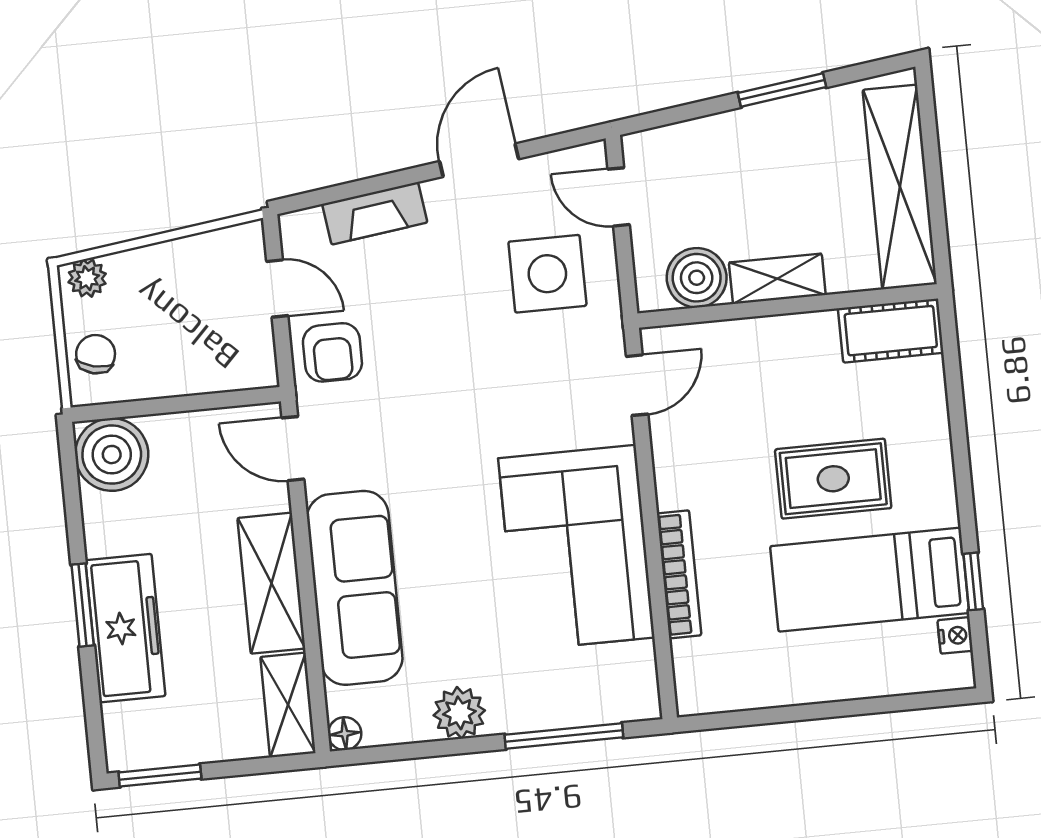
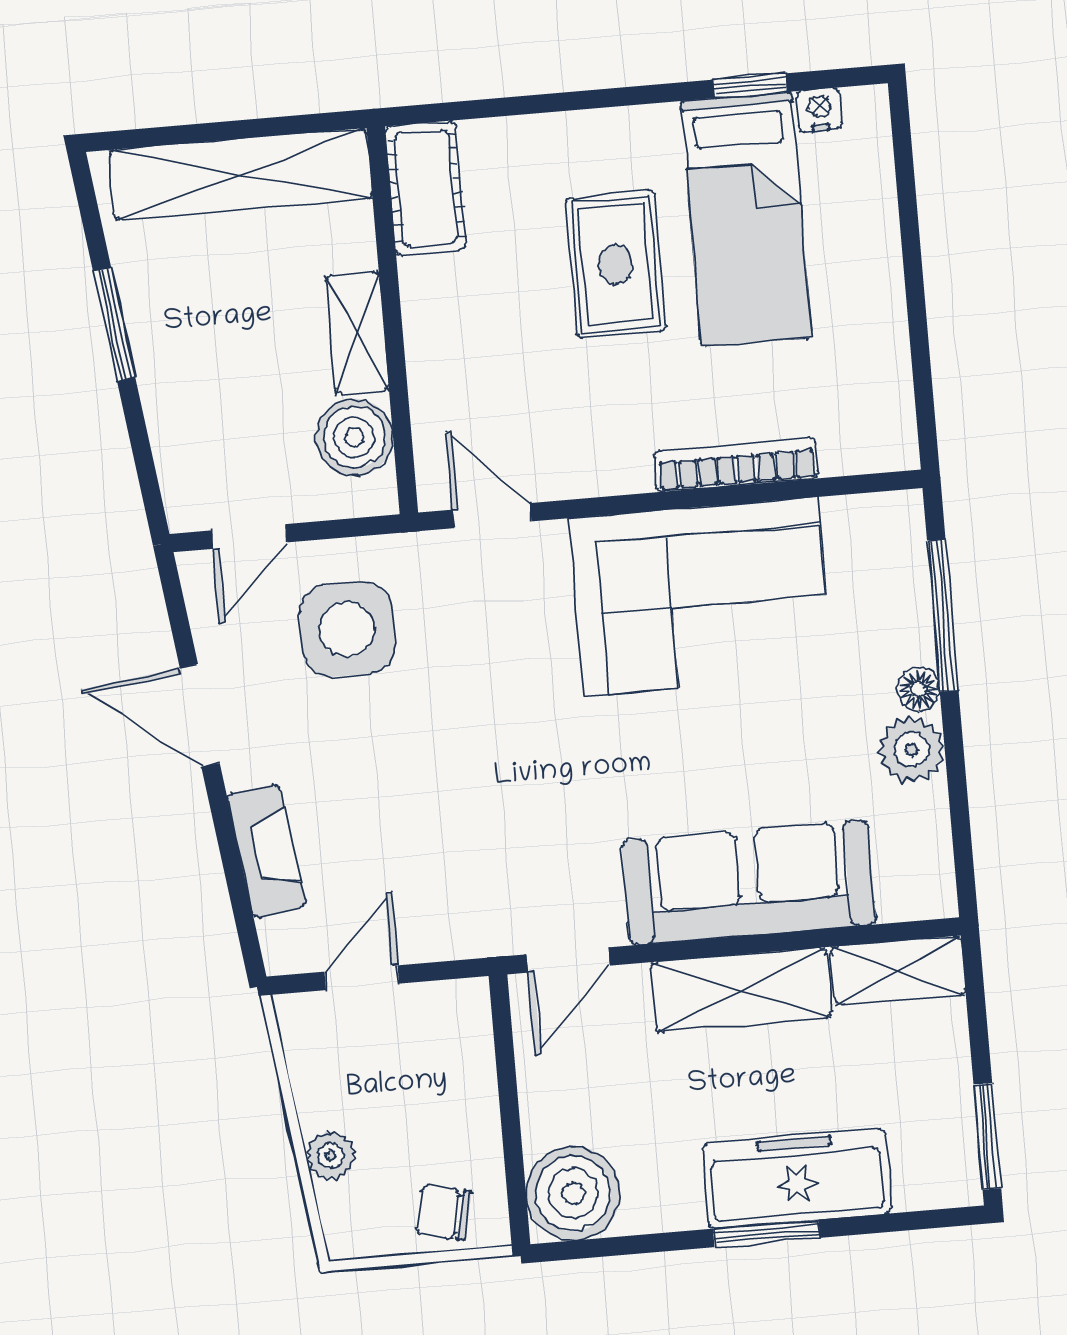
plant: (87, 278) -> (331, 1156), moved
armchair: (332, 352) -> (445, 907), removed
floor lamp: (345, 734) -> (918, 689), moved

